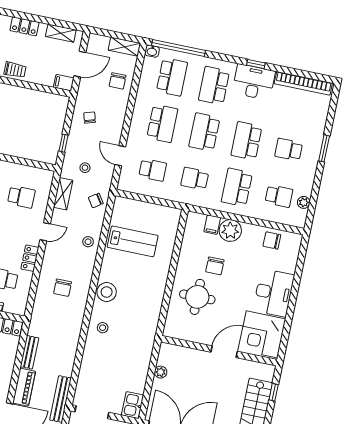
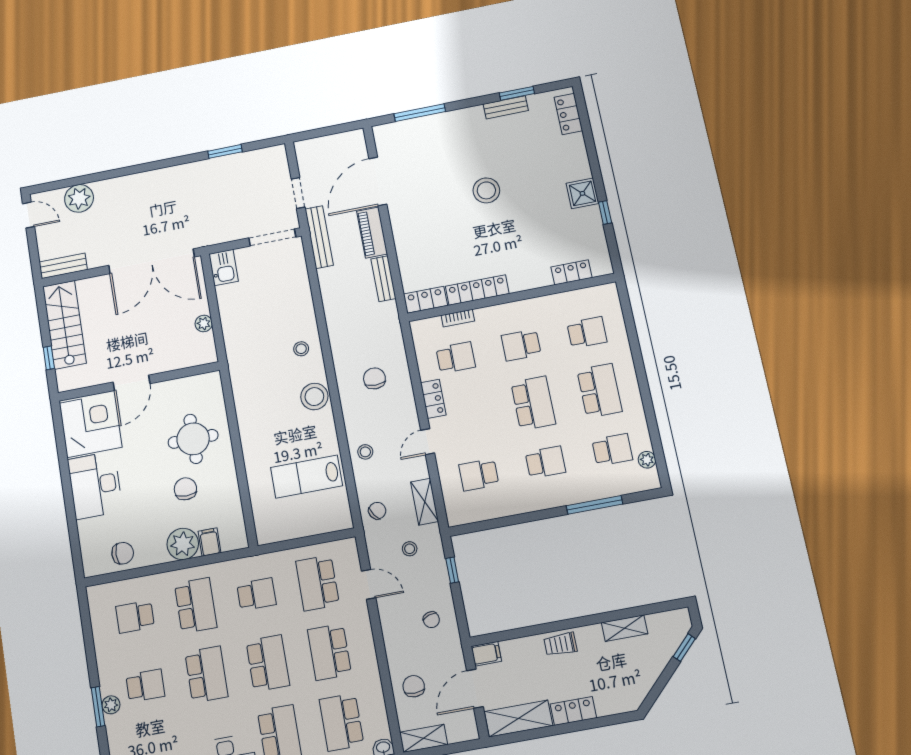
shelving: (61, 33) -> (519, 719), width x1.50, depth x1.33
school desk: (153, 170) -> (317, 583), width x1.85
plant: (304, 202) -> (111, 705), moved

